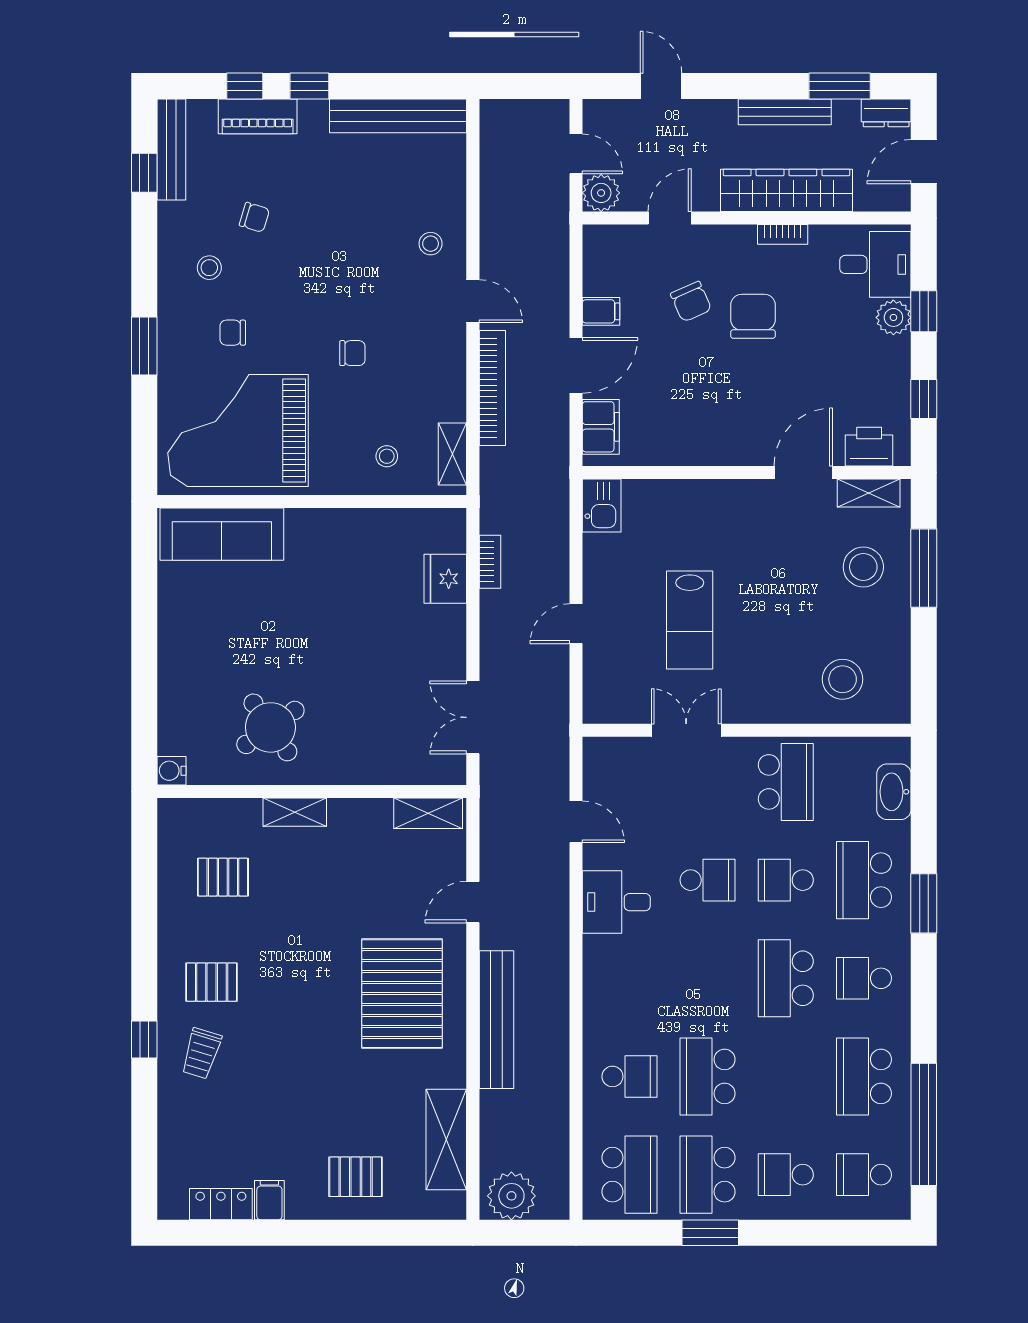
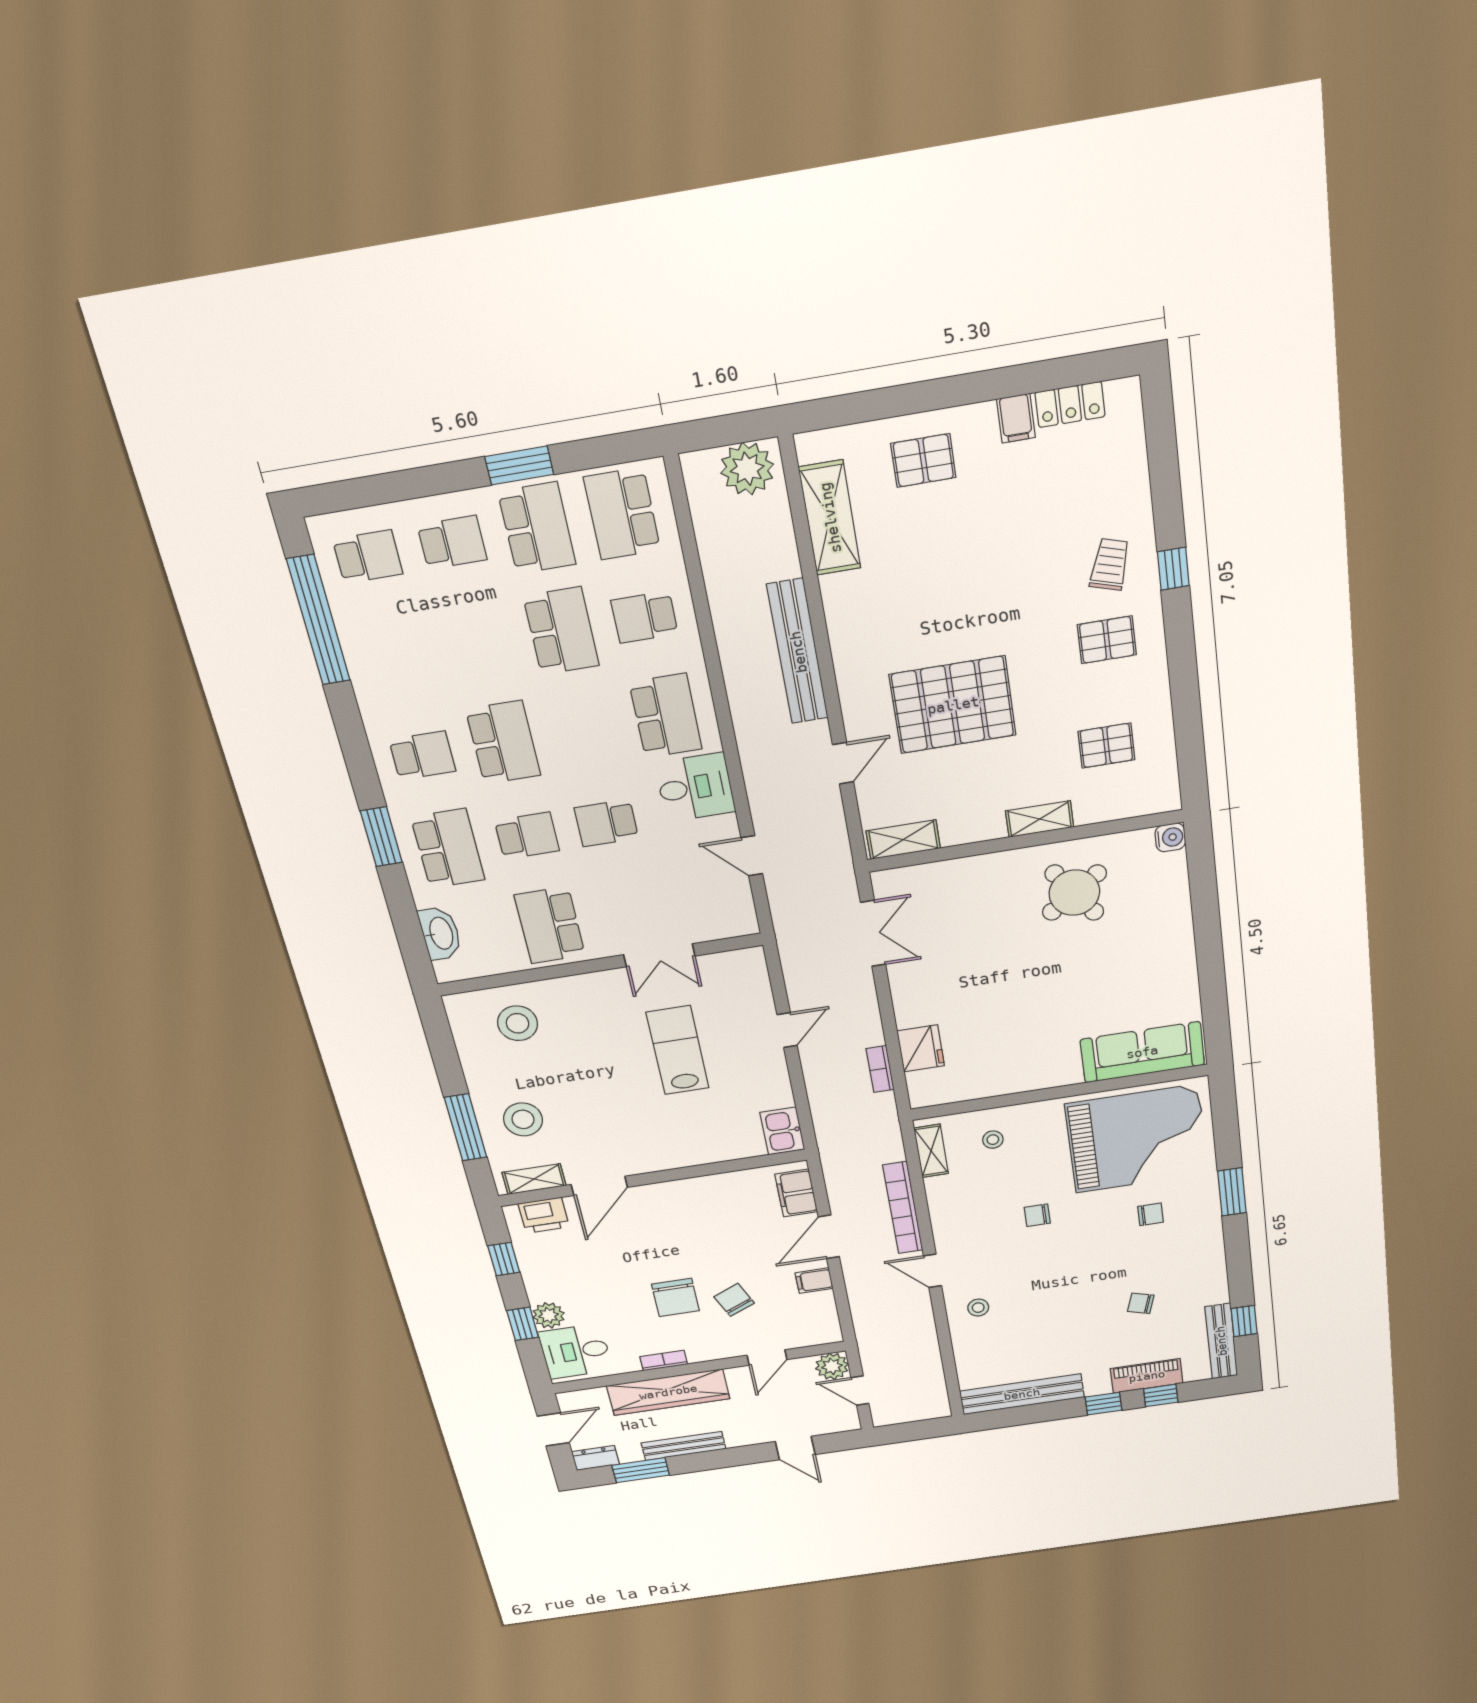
stool: (209, 268) -> (1178, 1260), removed
pallet: (402, 994) -> (953, 705), moved, turned 90
school desk: (864, 1076) -> (666, 716), moved

